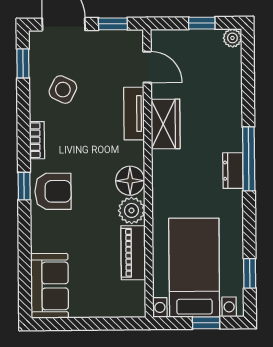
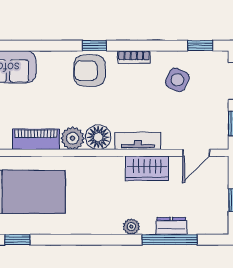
plant: (232, 38) -> (131, 227), moved
tv unit: (134, 114) -> (138, 141), moved
window: (249, 159) -> (170, 240), moved
dresser: (233, 171) -> (171, 226), moved
armchair: (53, 191) -> (90, 71), turned 90

